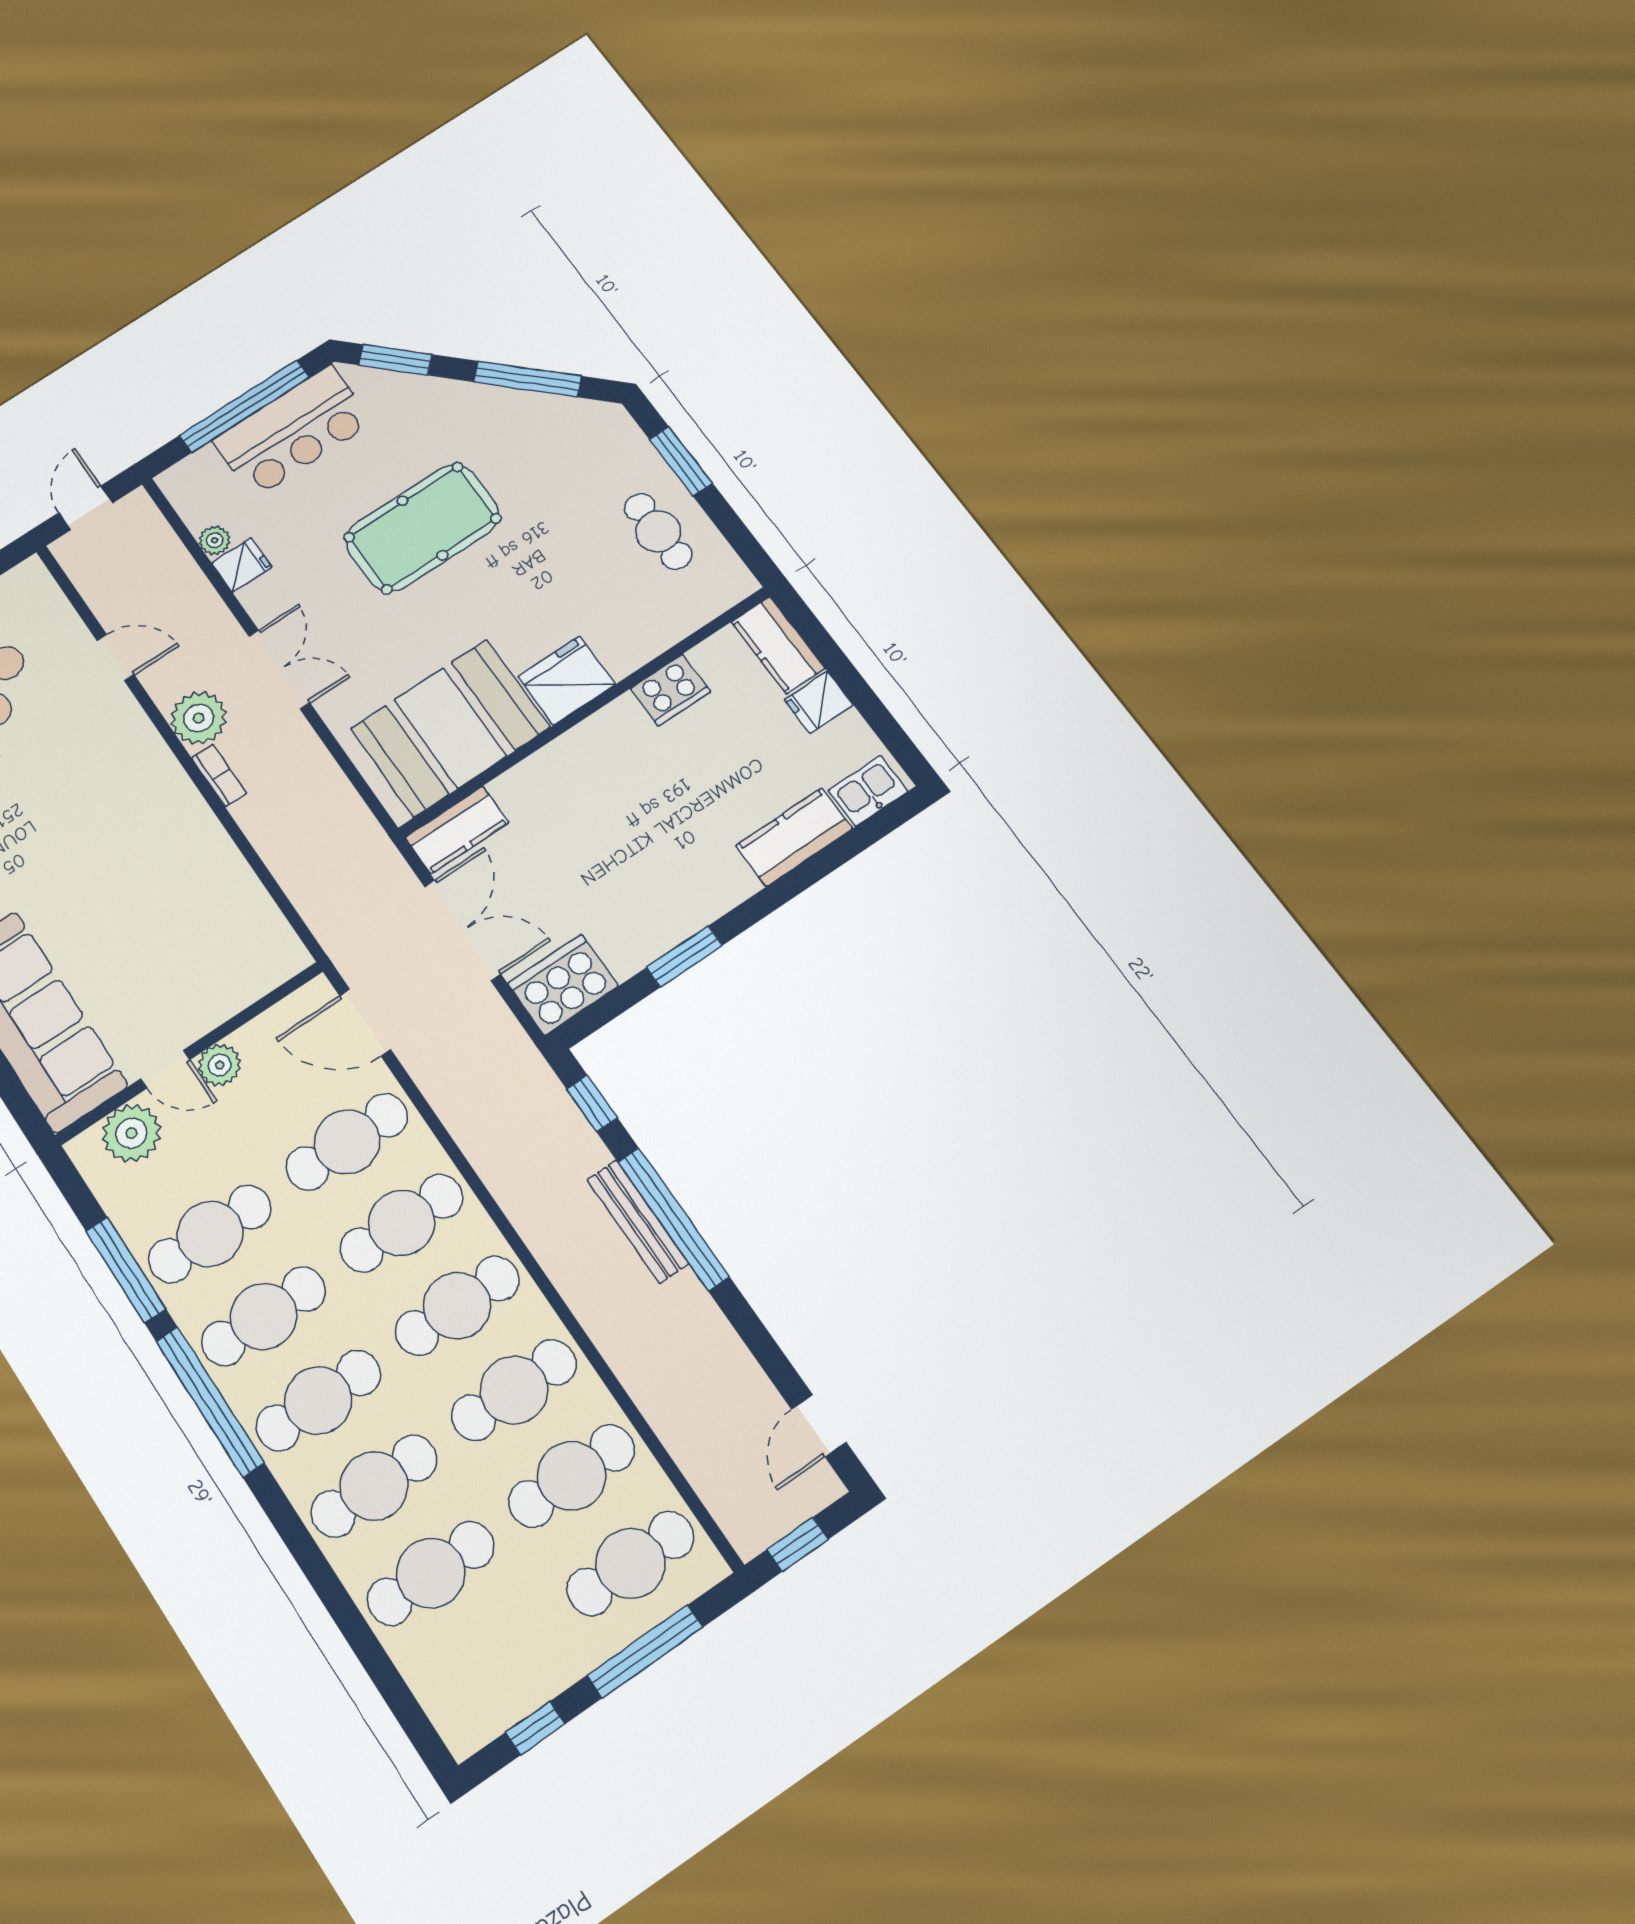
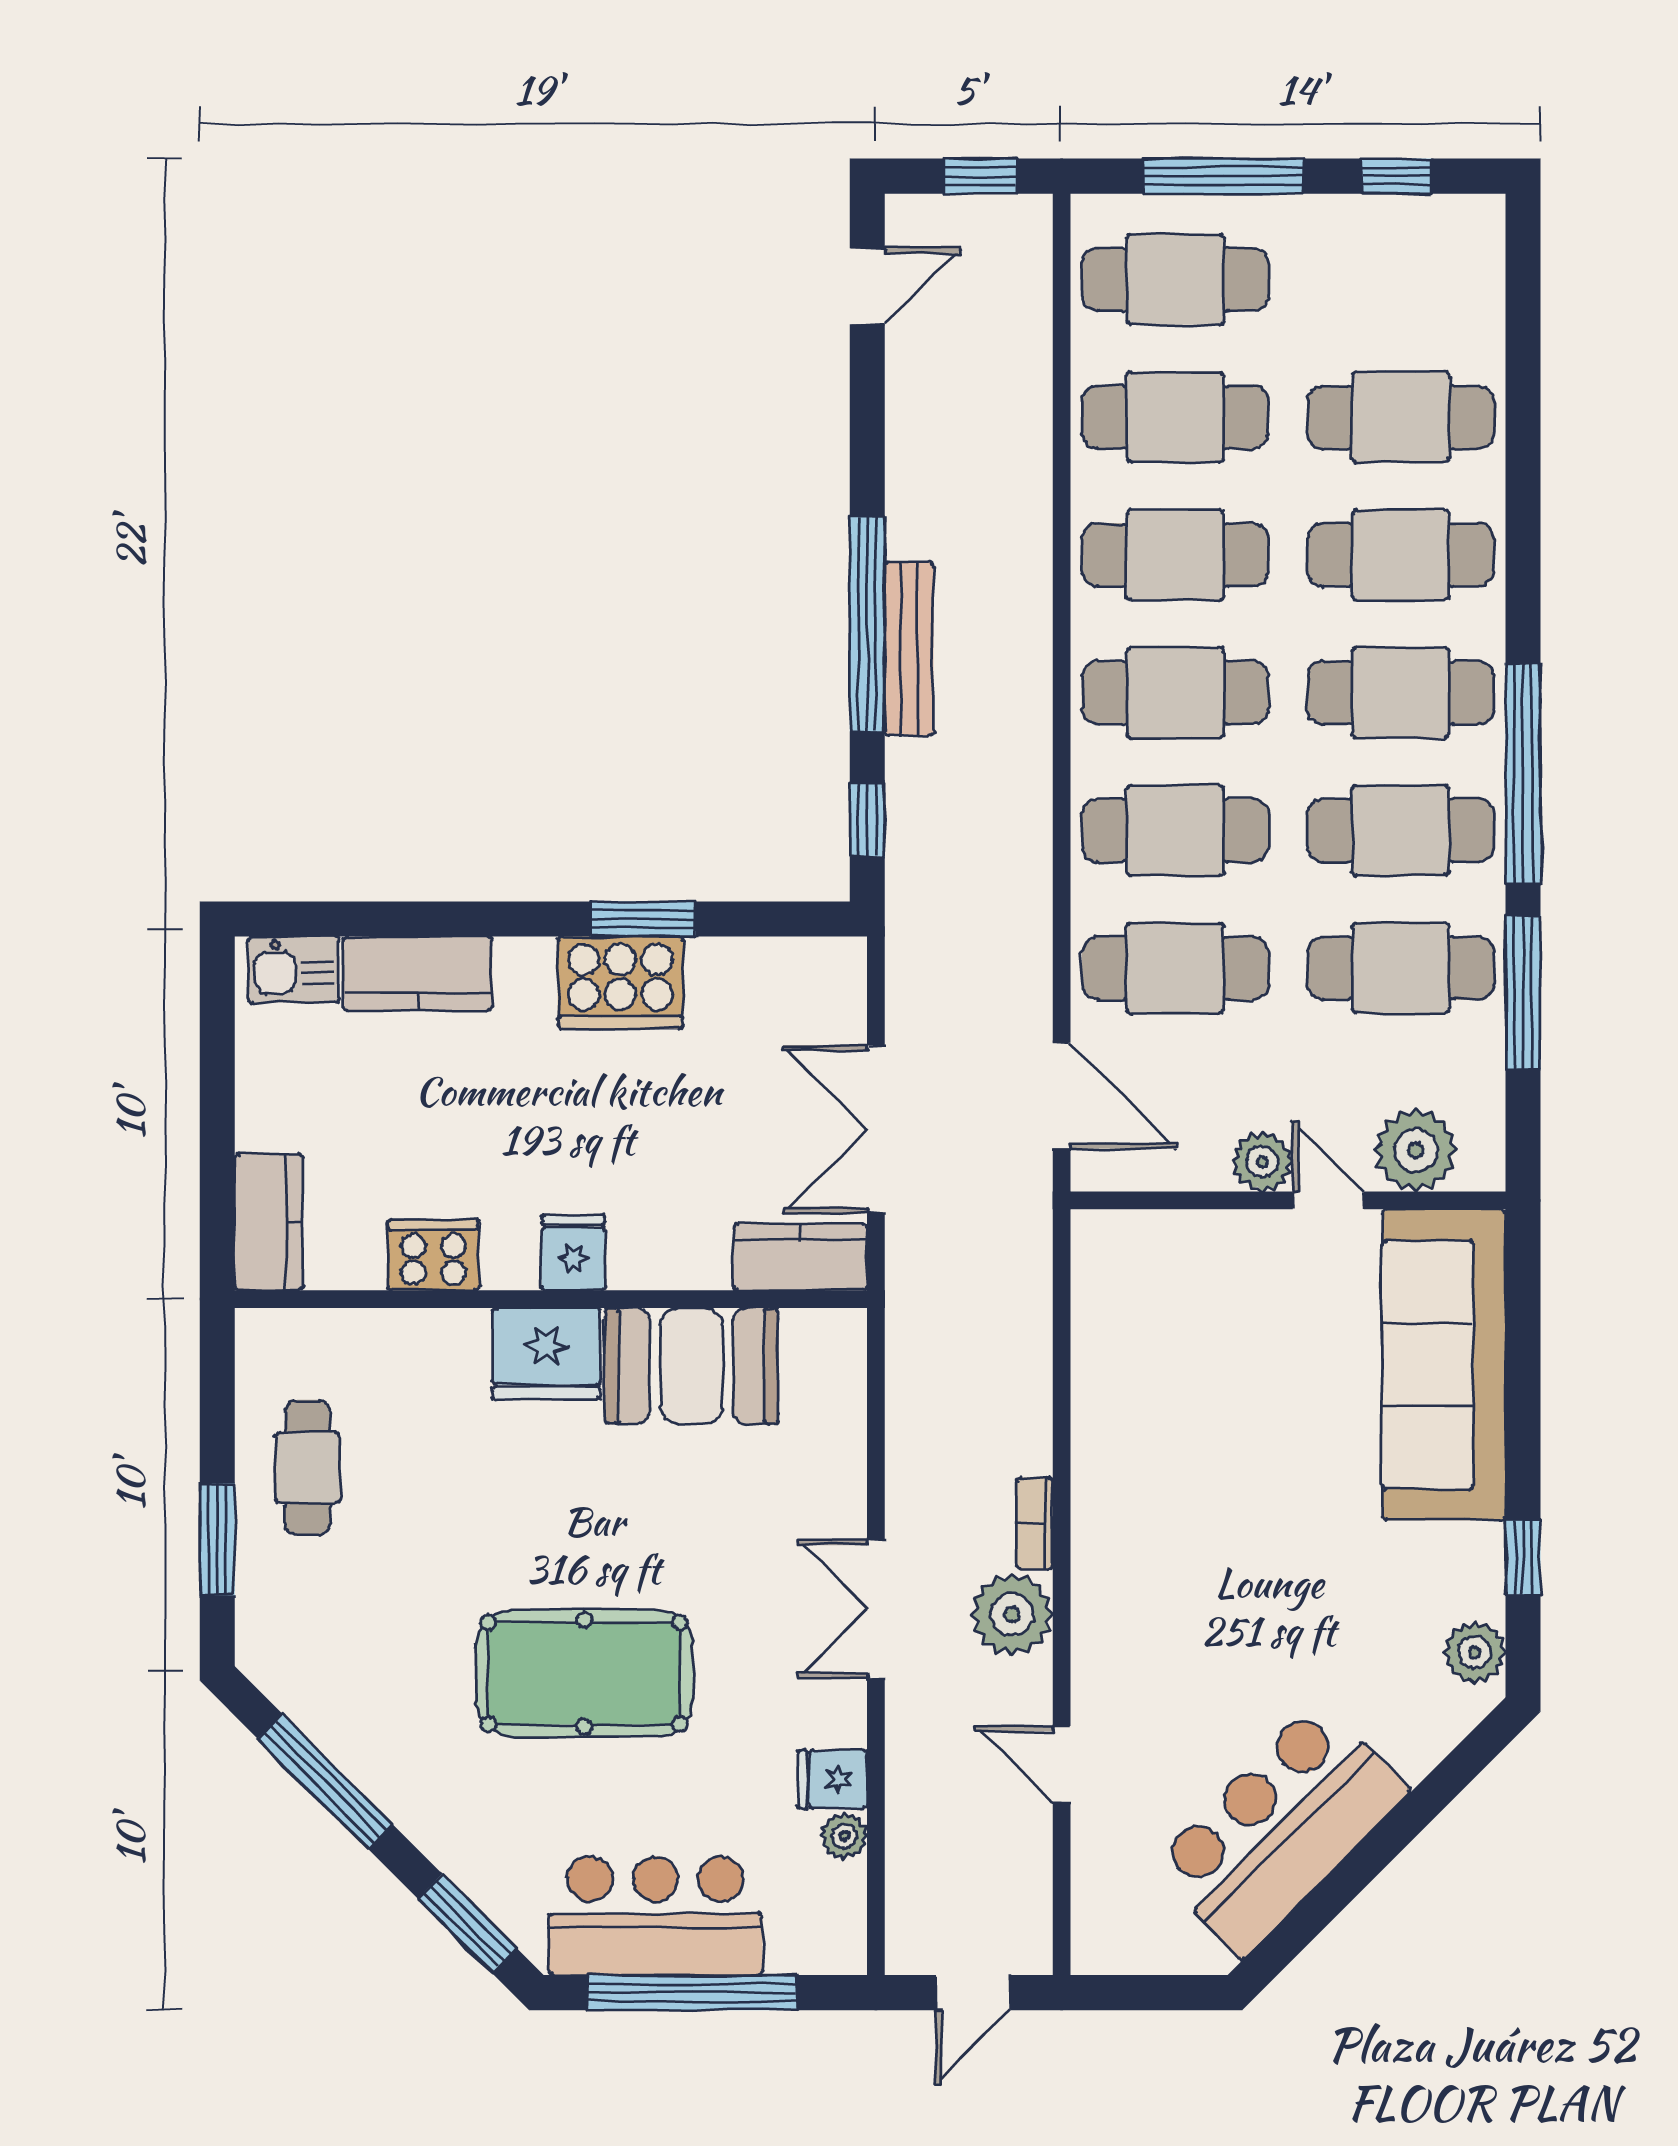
fridge: (819, 702) -> (573, 1253), moved, turned -90
booth: (450, 728) -> (692, 1366), width x0.73, depth x0.70
cooker: (563, 985) -> (620, 982), moved

